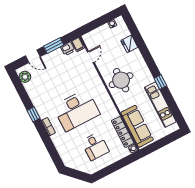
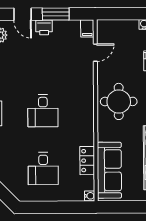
printer: (68, 49) -> (44, 27), moved
desk: (77, 110) -> (43, 111), width x0.53, depth x0.77
locker: (123, 132) -> (87, 161), width x0.66

